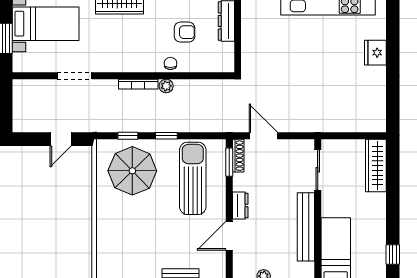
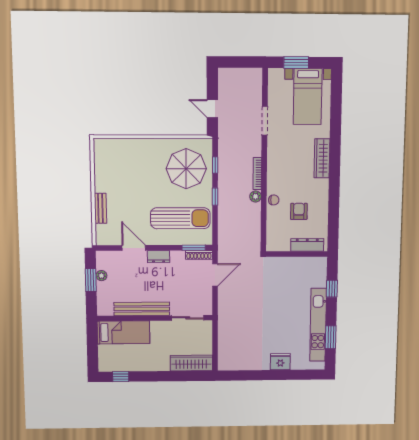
armchair: (185, 32) -> (299, 211), turned 180

